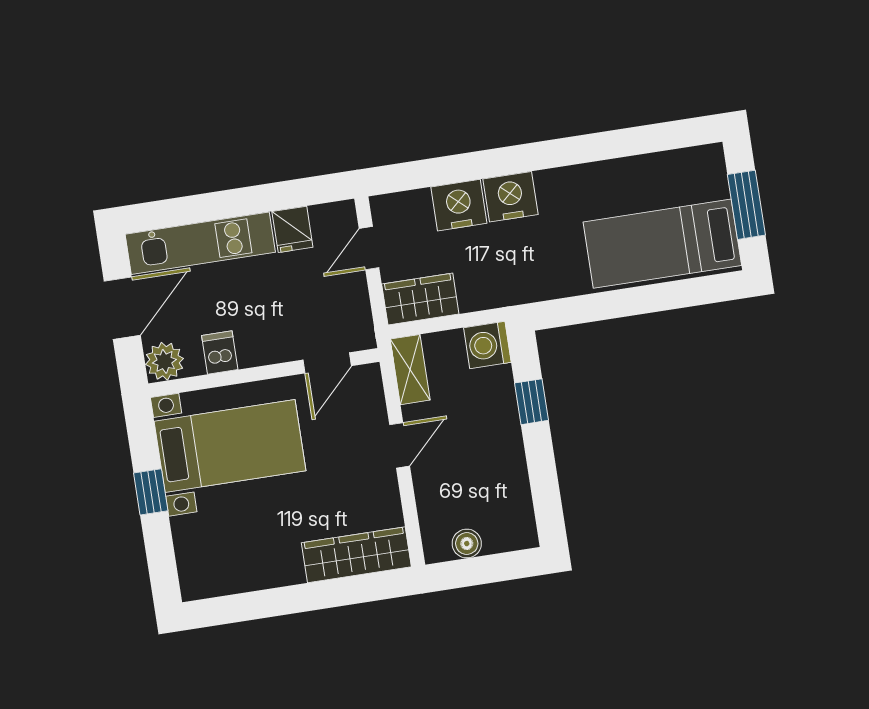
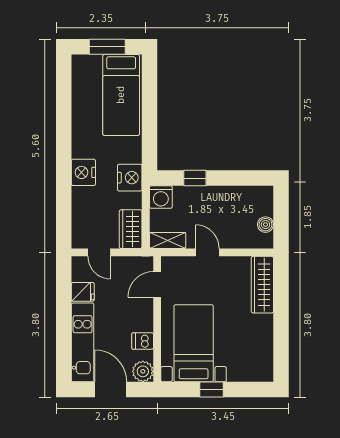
nightstand: (459, 205) -> (130, 178), moved, turned 180
door: (327, 363) -> (157, 284), swing flipped

